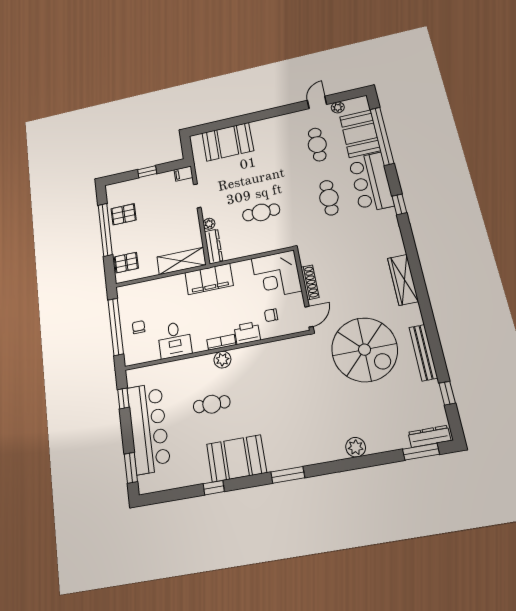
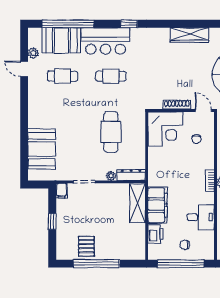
cafe table: (261, 212) -> (111, 132), width x1.37, depth x1.35
pallet: (126, 263) -> (129, 249), removed
filing cabinet: (209, 279) -> (157, 205), moved
printer: (247, 333) -> (156, 234), moved, turned 180

